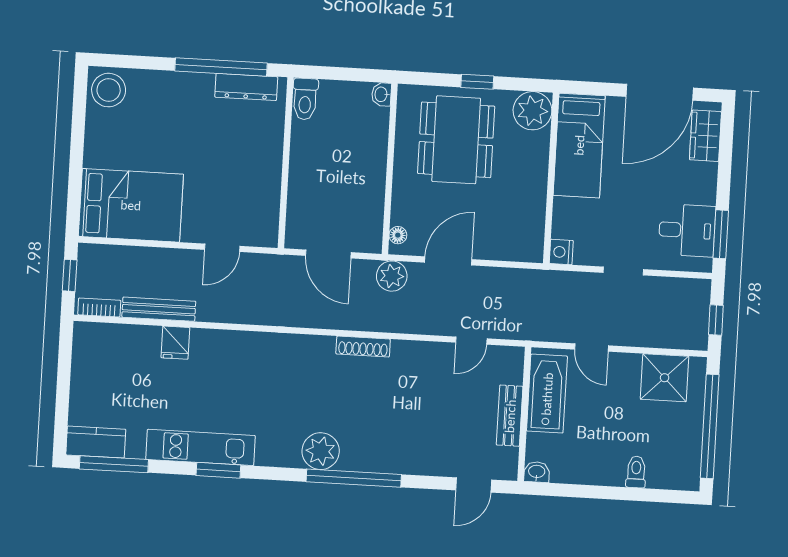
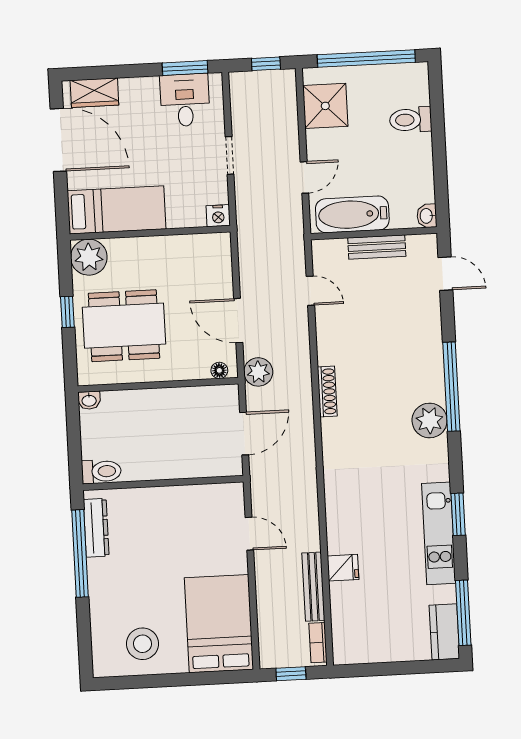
stool: (109, 90) -> (142, 644), moved
toilet: (636, 472) -> (411, 120), width x1.37, depth x1.39

